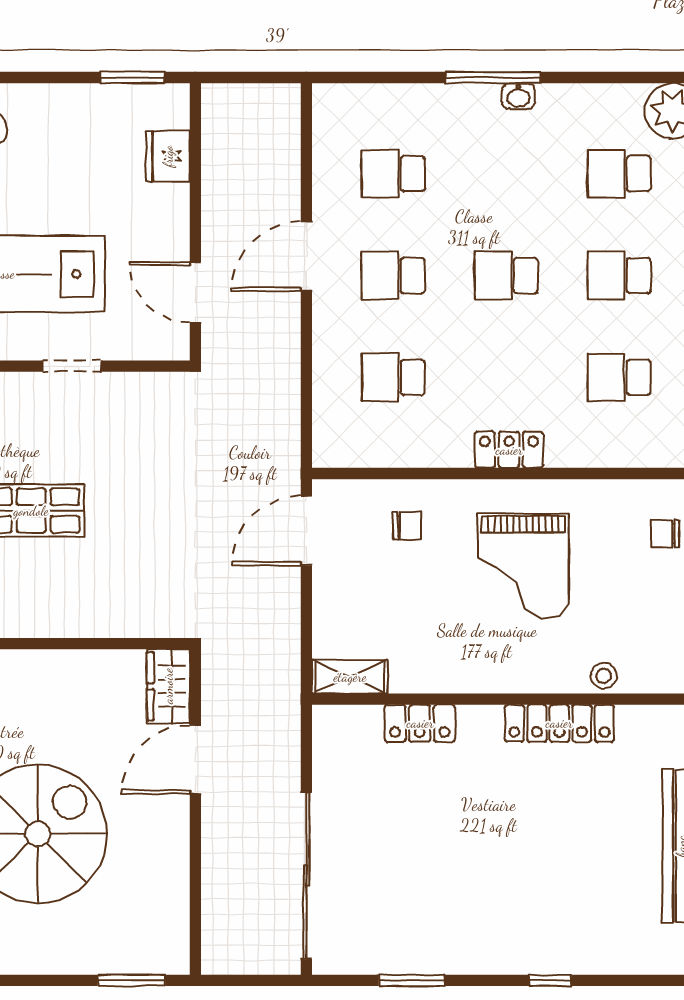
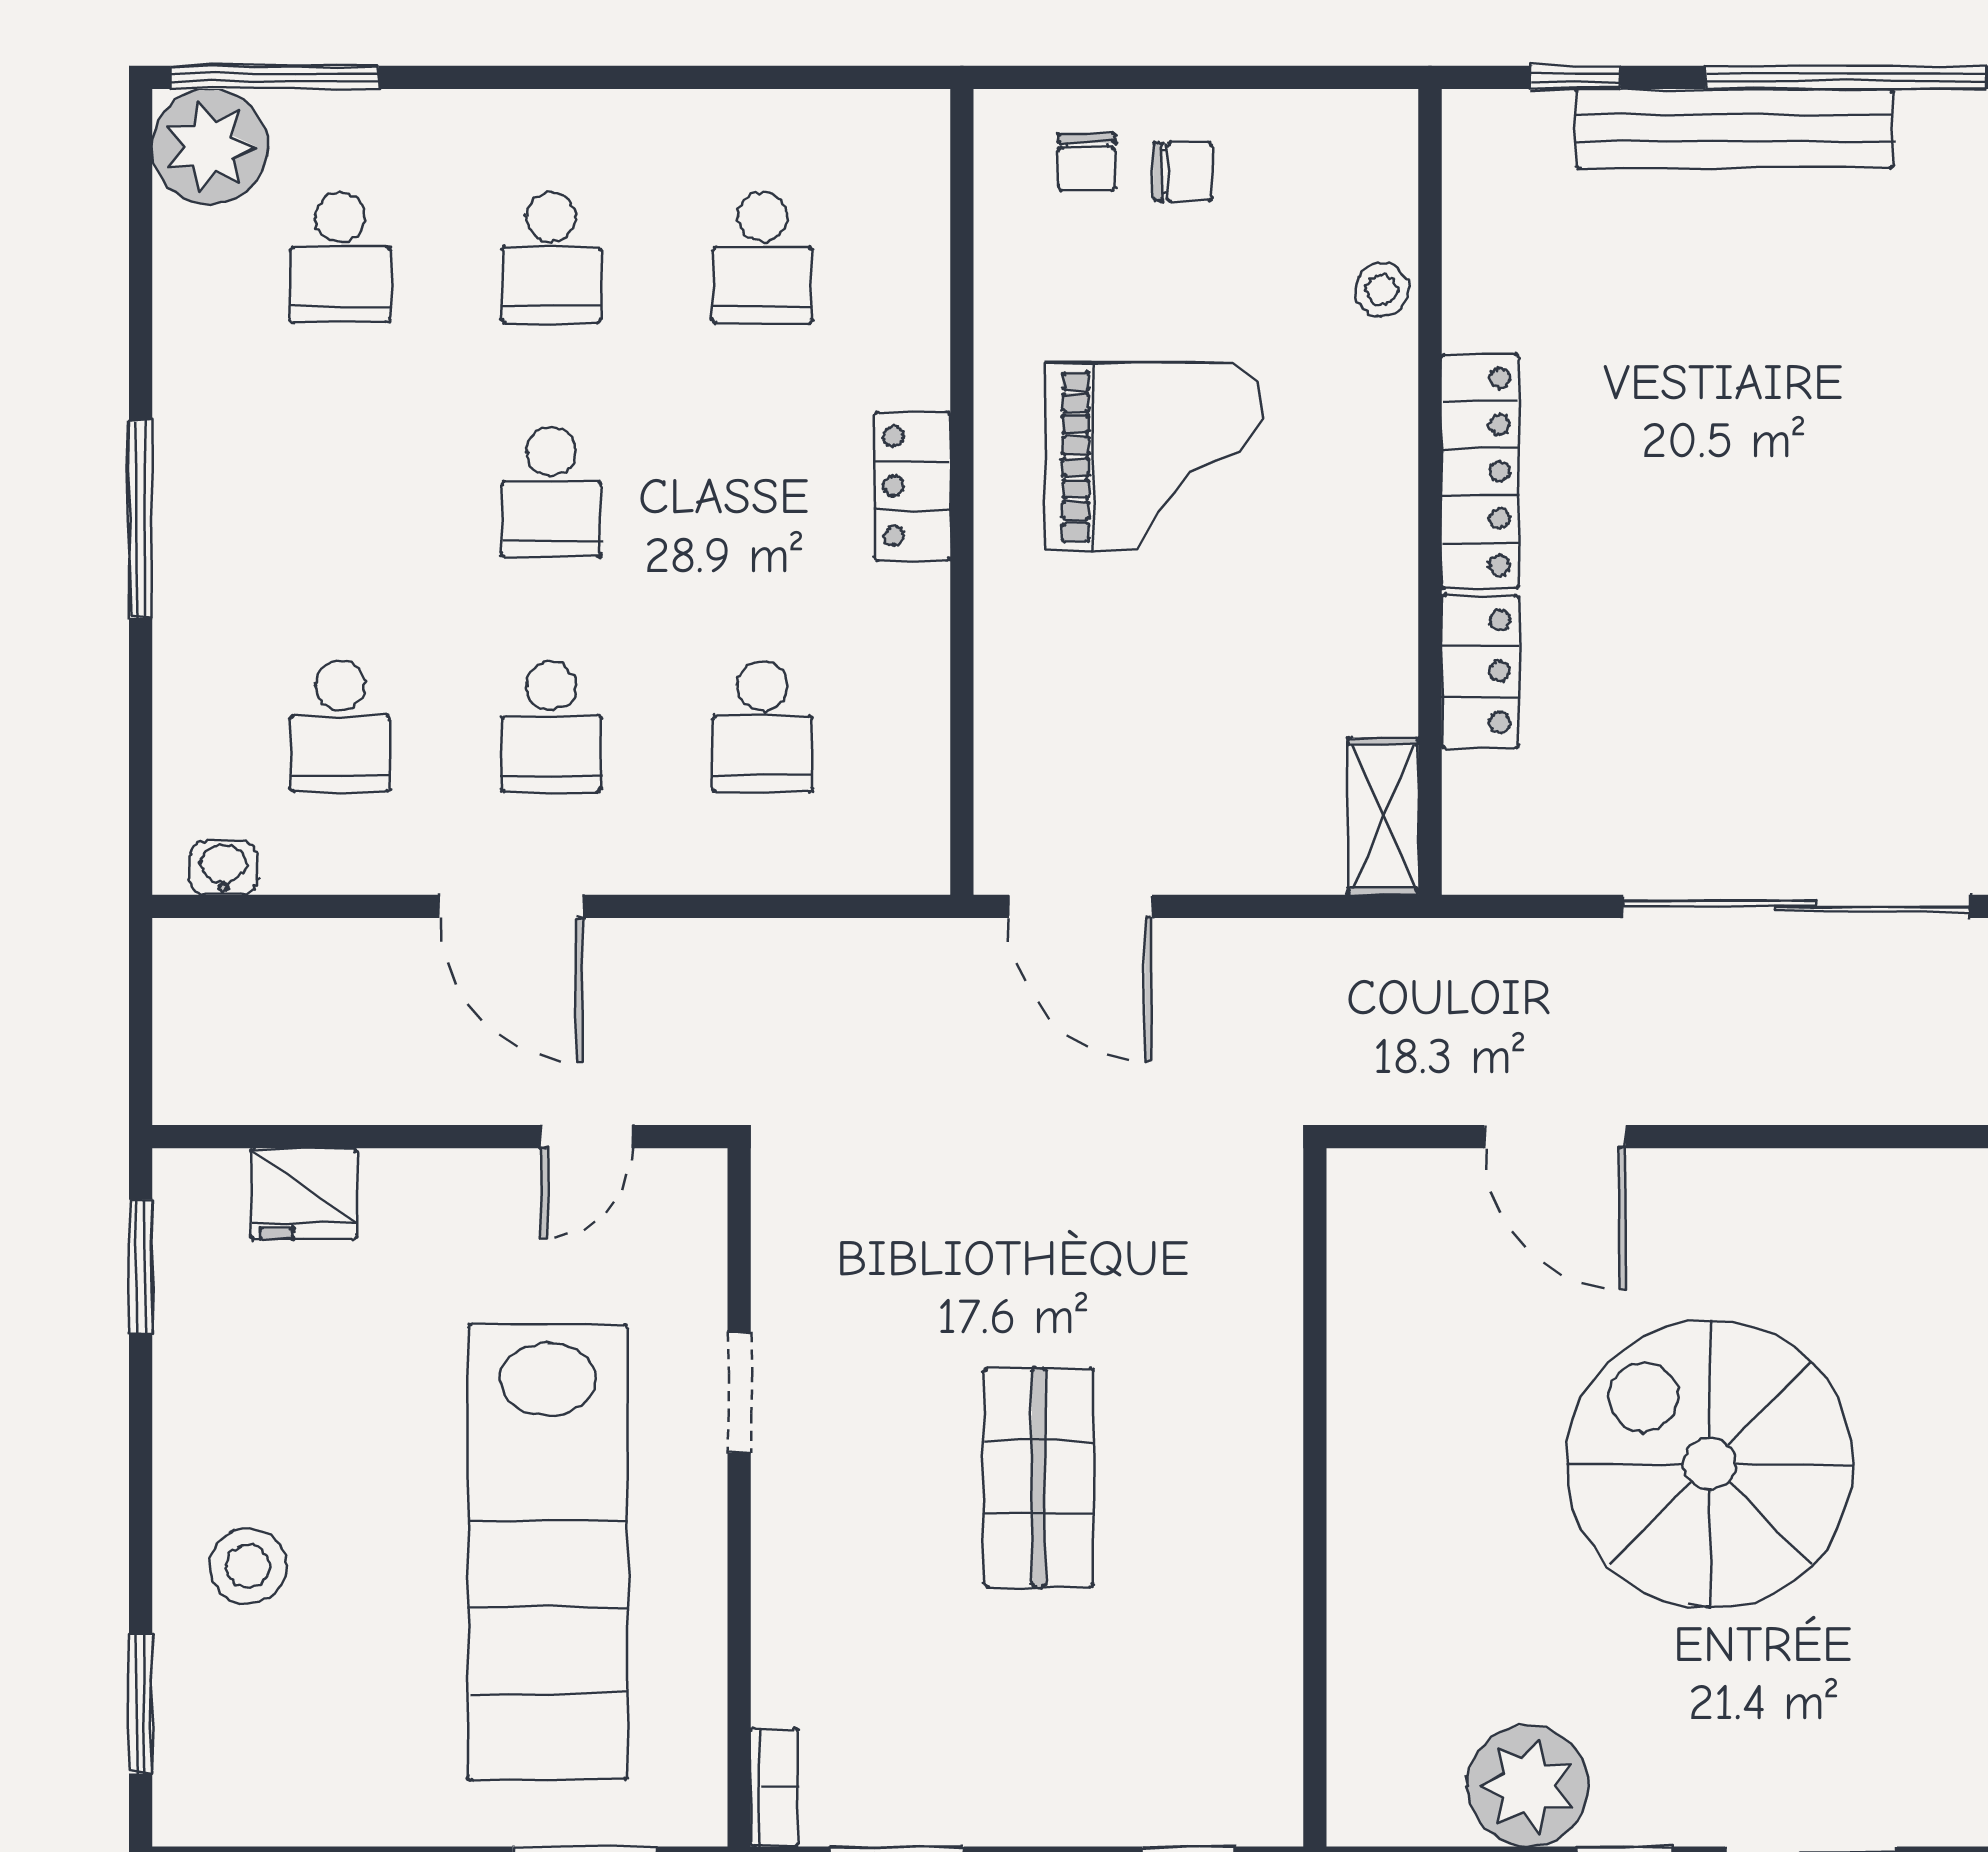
washbasin: (518, 96) -> (224, 868), moved, turned -90
door: (195, 292) -> (586, 1137), width x0.73
chair: (407, 526) -> (1182, 172), moved, turned 90
wardrobe: (168, 686) -> (1403, 1193), removed
locker: (559, 723) -> (1480, 472), moved

